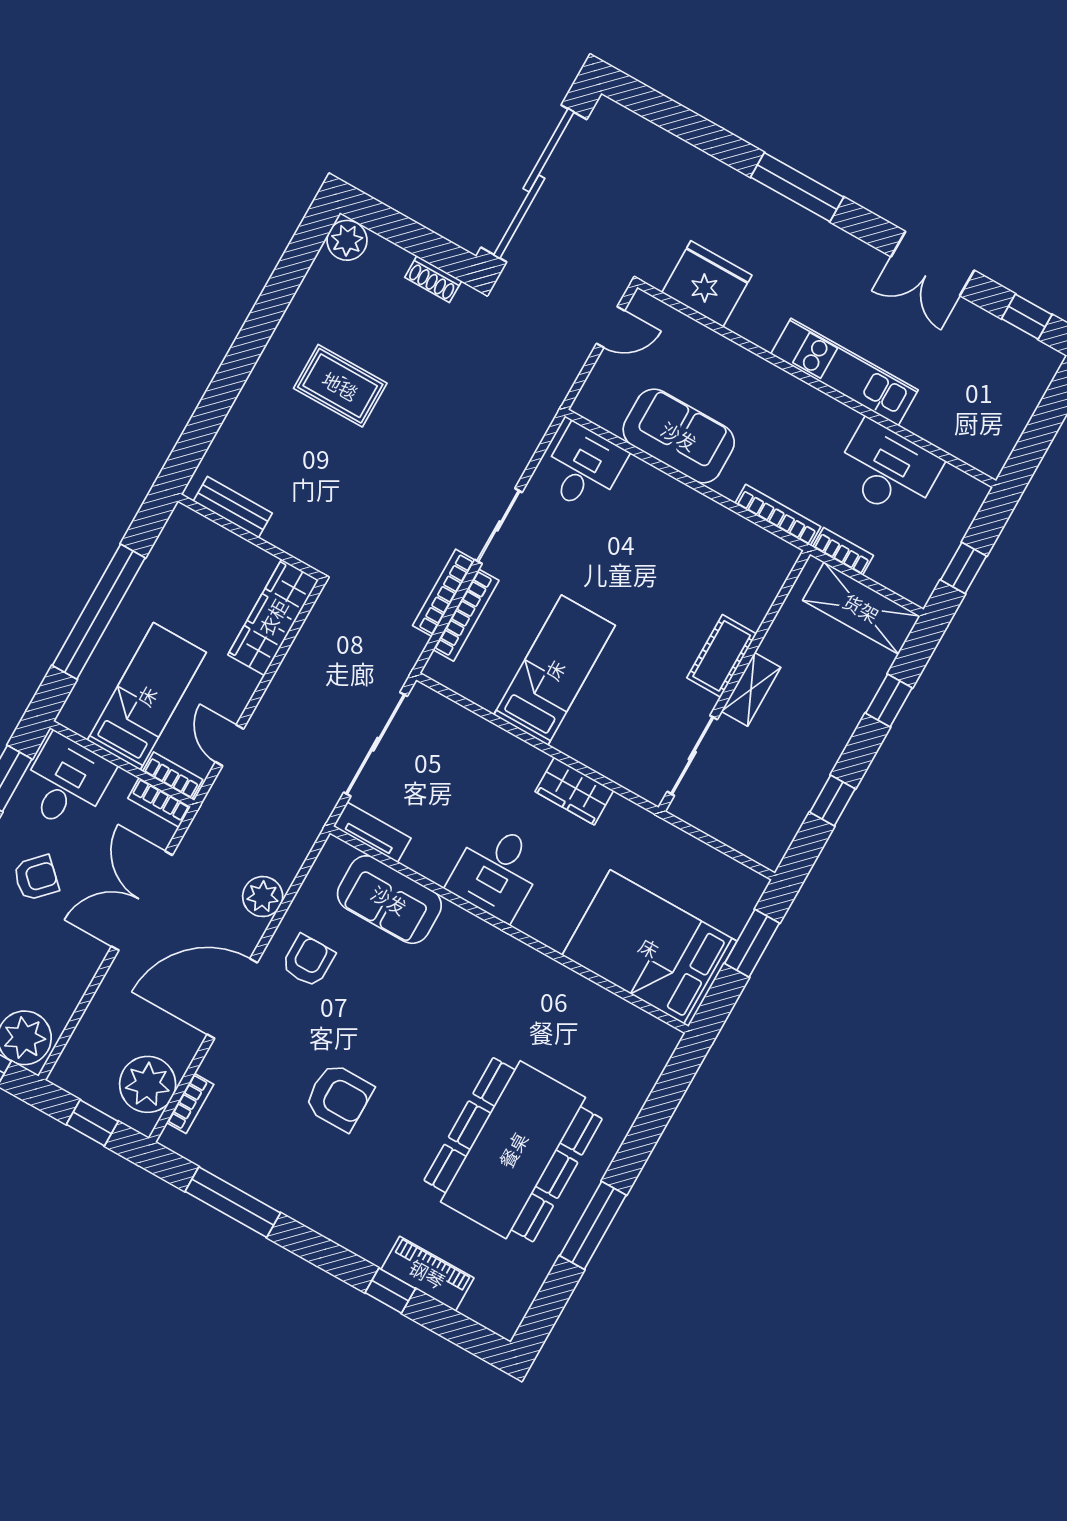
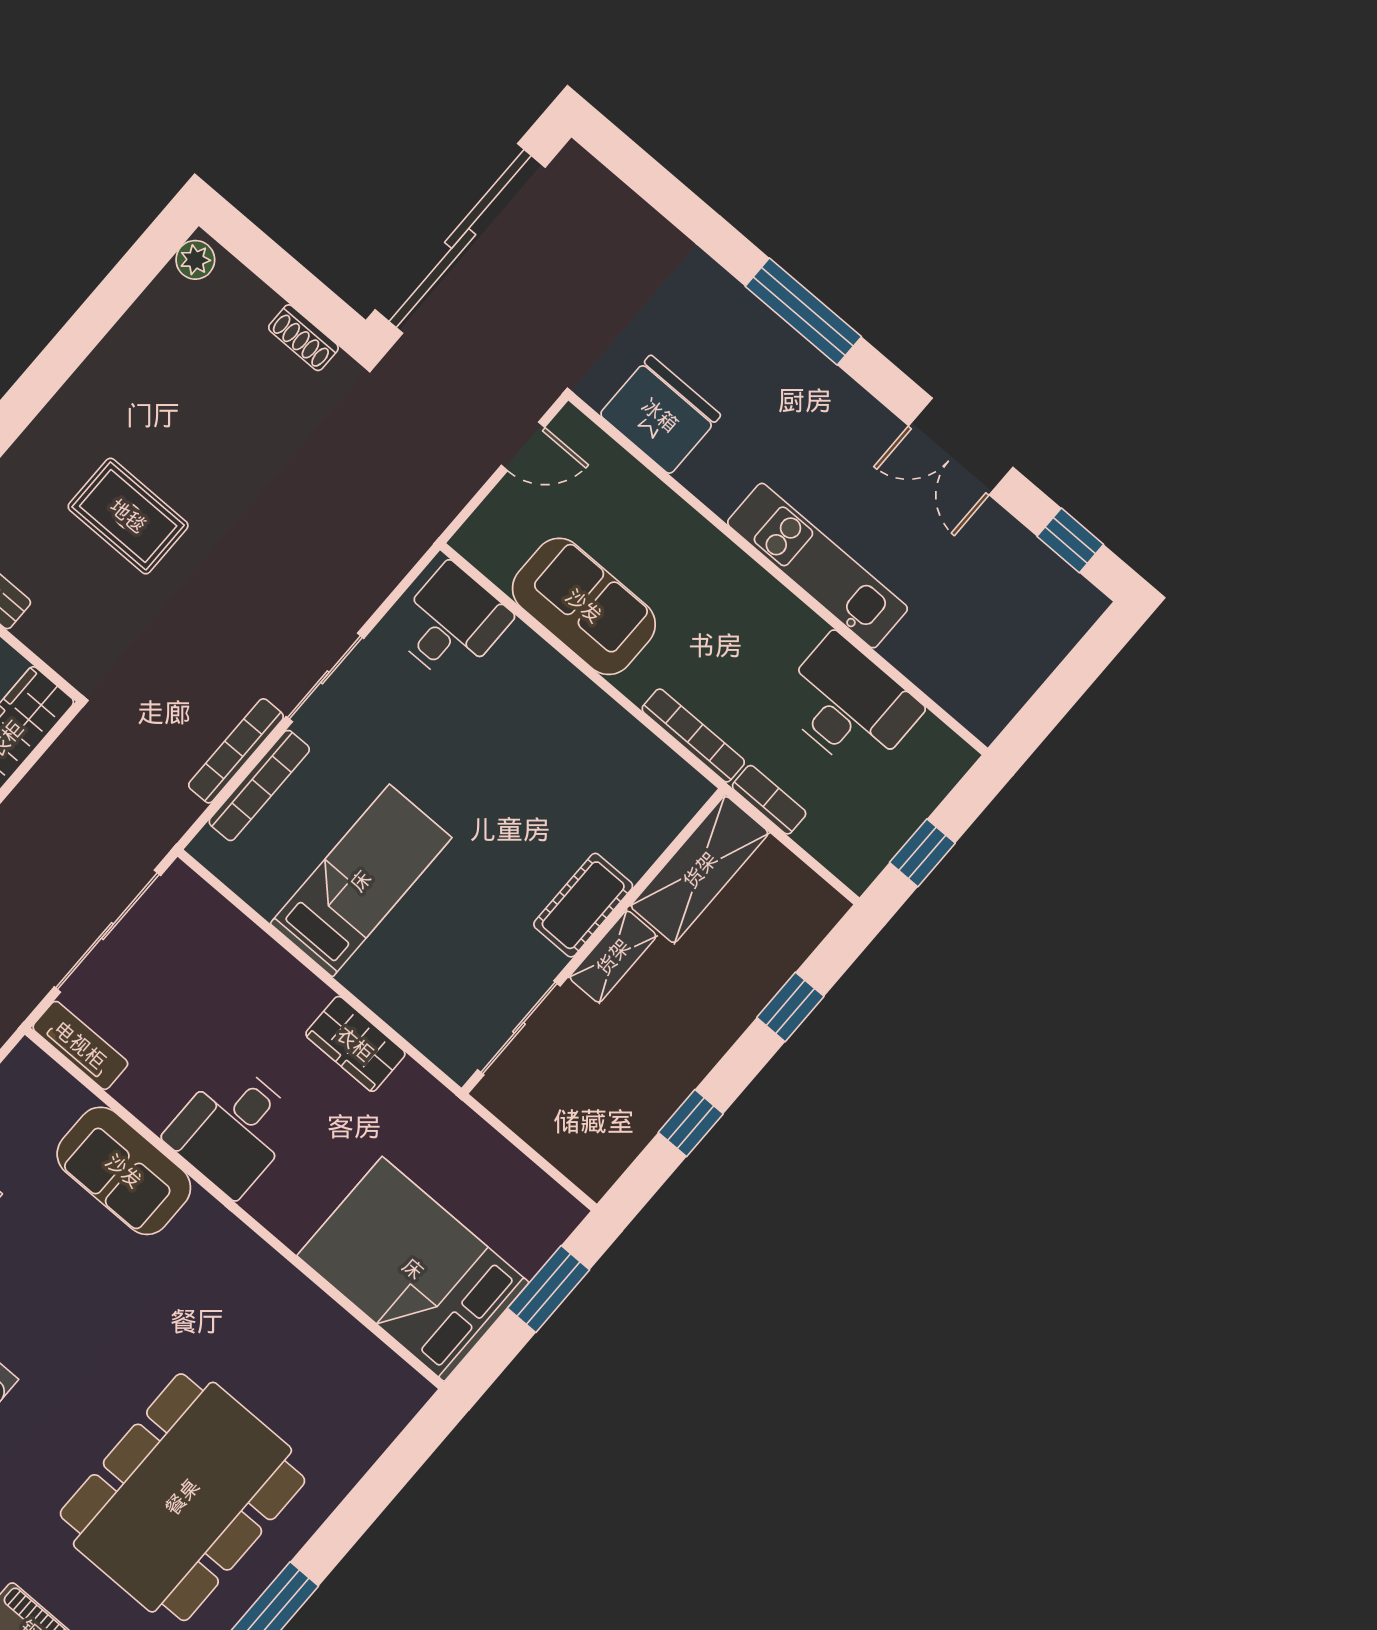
plant: (347, 240) -> (195, 260), width x0.73, depth x0.73
rug: (340, 386) -> (128, 516), moved
shelving: (861, 608) -> (700, 870), moved, turned 90
sofa: (389, 900) -> (124, 1171), moved

